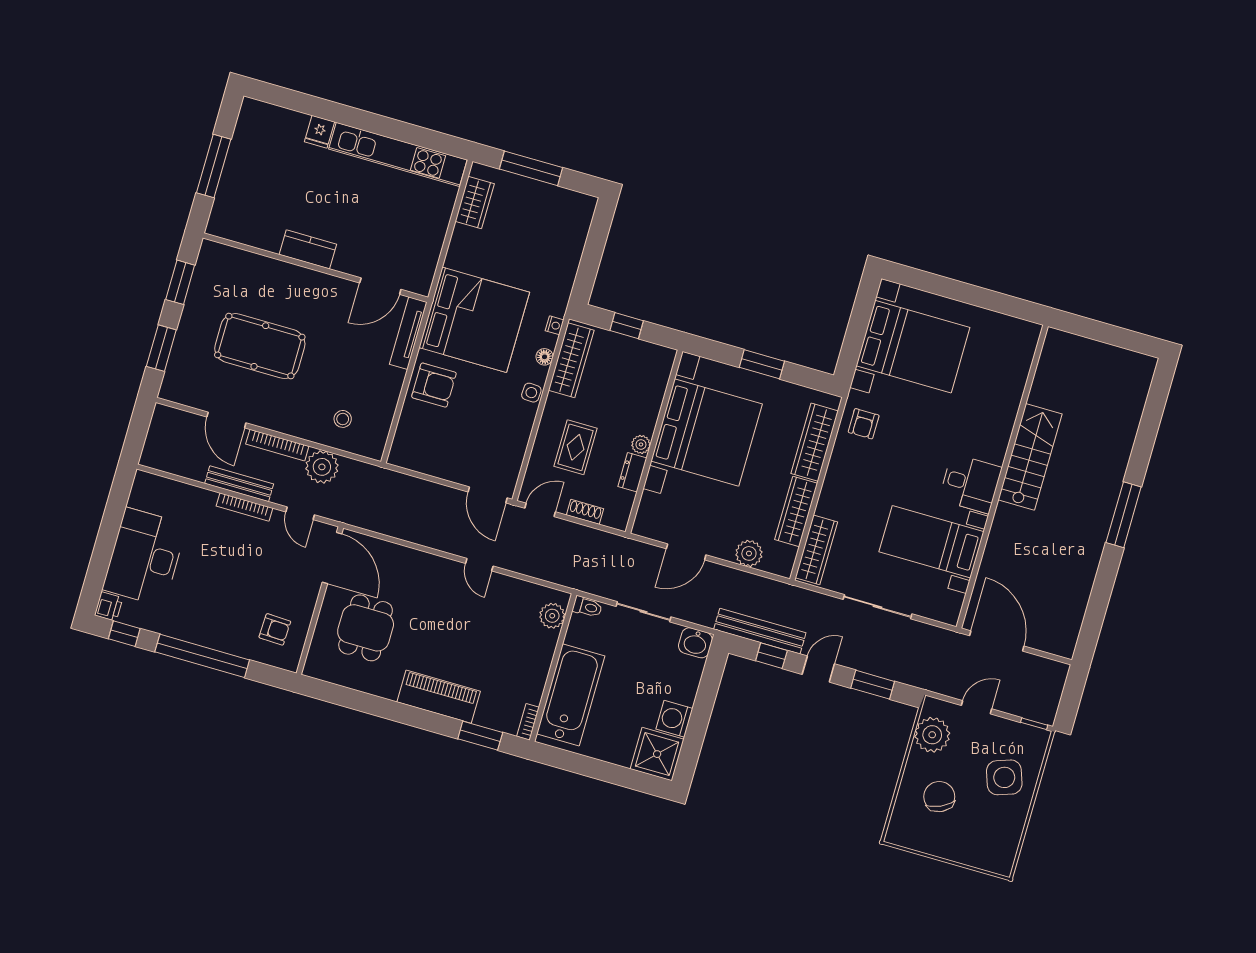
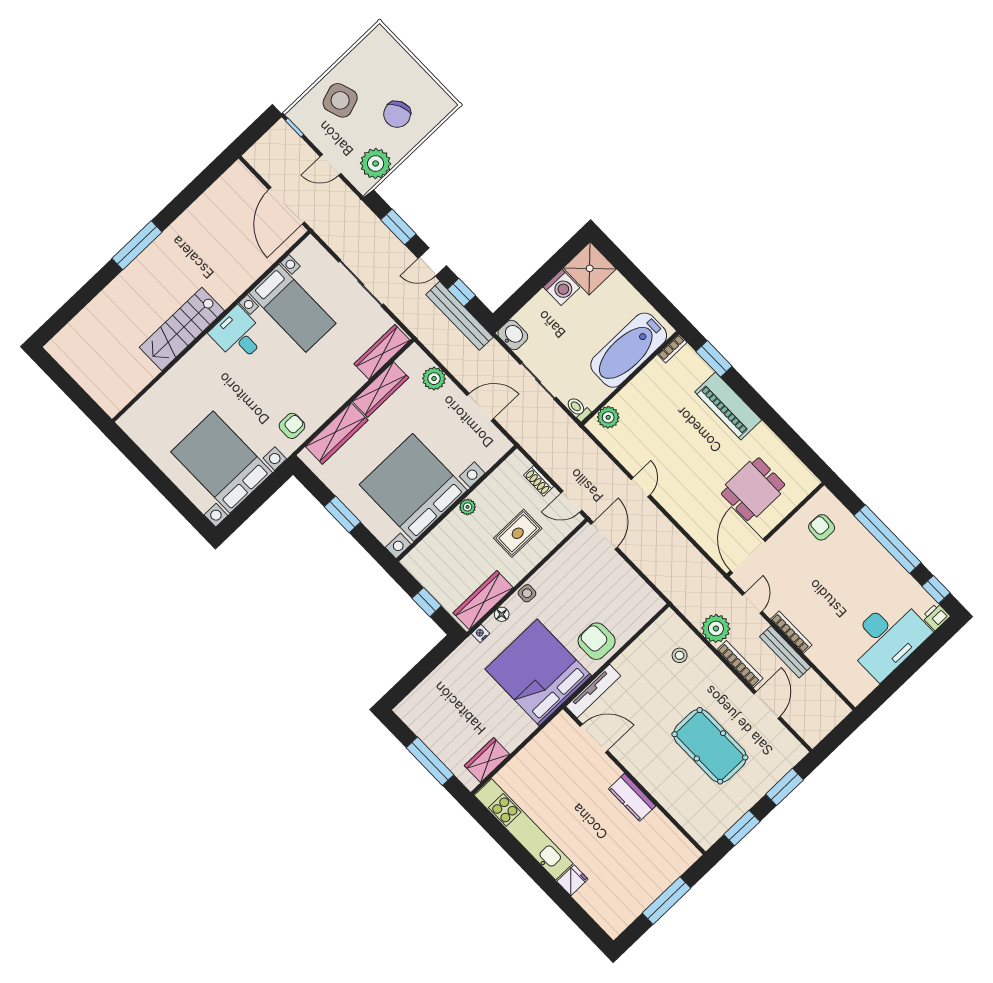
dresser: (632, 472) -> (486, 490), removed

